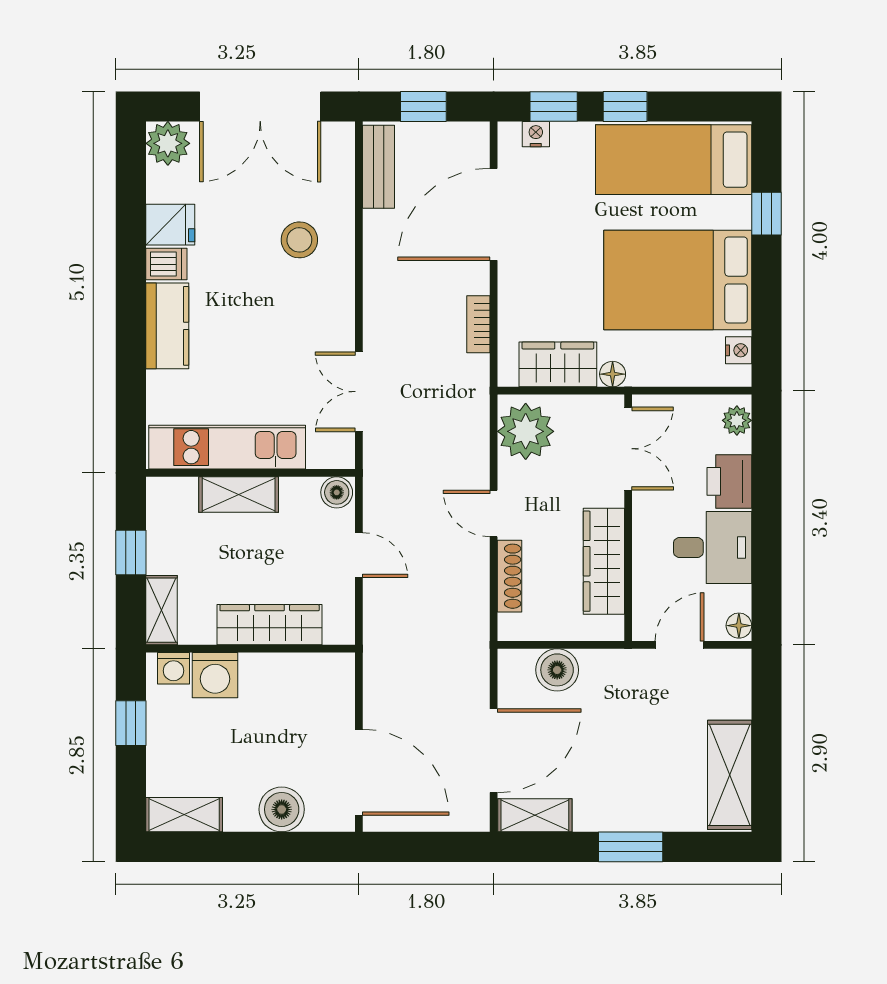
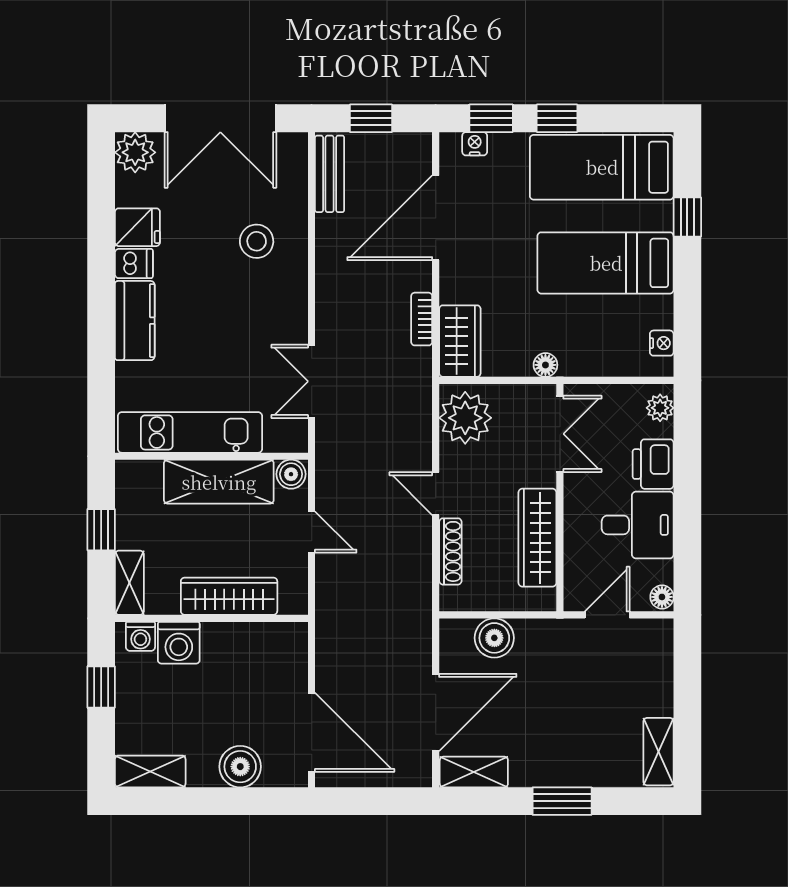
bed: (678, 280) -> (606, 263), width x0.67
wardrobe: (558, 364) -> (460, 341), moved, turned 90
shelving: (239, 495) -> (219, 482), width x1.50, depth x1.33
shelving: (730, 775) -> (658, 752), width x0.67, depth x0.75

